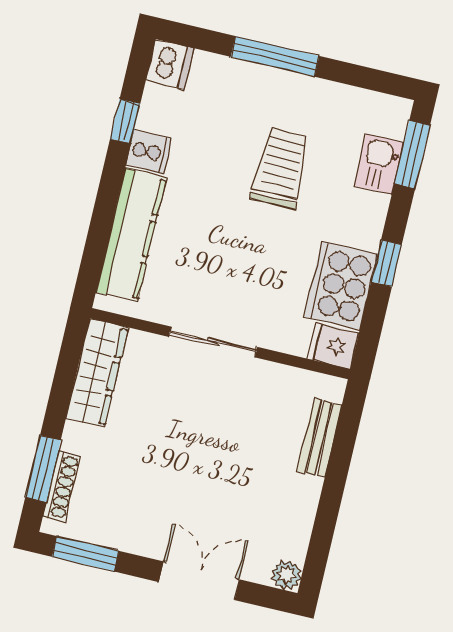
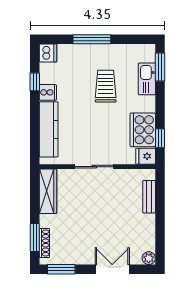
kitchen sink: (379, 164) -> (147, 79), width x1.38
window: (386, 263) -> (160, 138), moved

